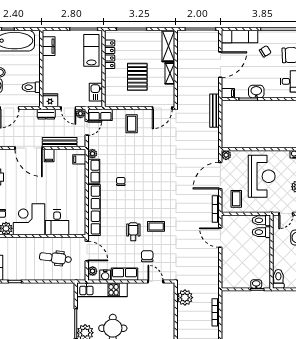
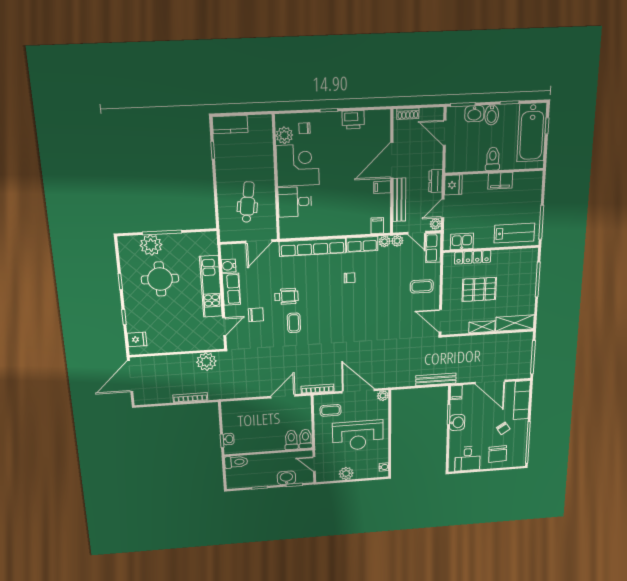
filing cabinet: (49, 46) -> (500, 181), moved
locker: (110, 54) -> (473, 257), moved
toilet: (31, 87) -> (493, 159), moved
plant: (93, 271) -> (397, 241), moved
kitchen unit: (102, 290) -> (211, 286), moved

